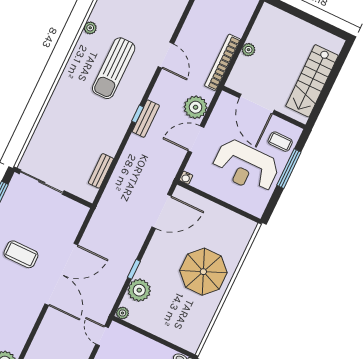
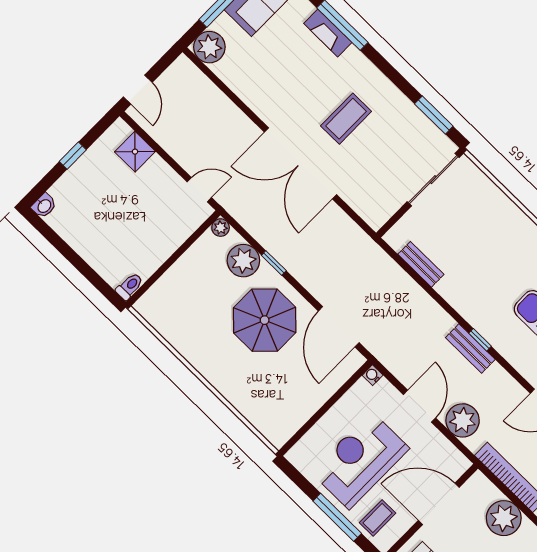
plant: (249, 50) -> (504, 518), width x1.88, depth x1.88
parasol: (203, 272) -> (265, 320), moved

